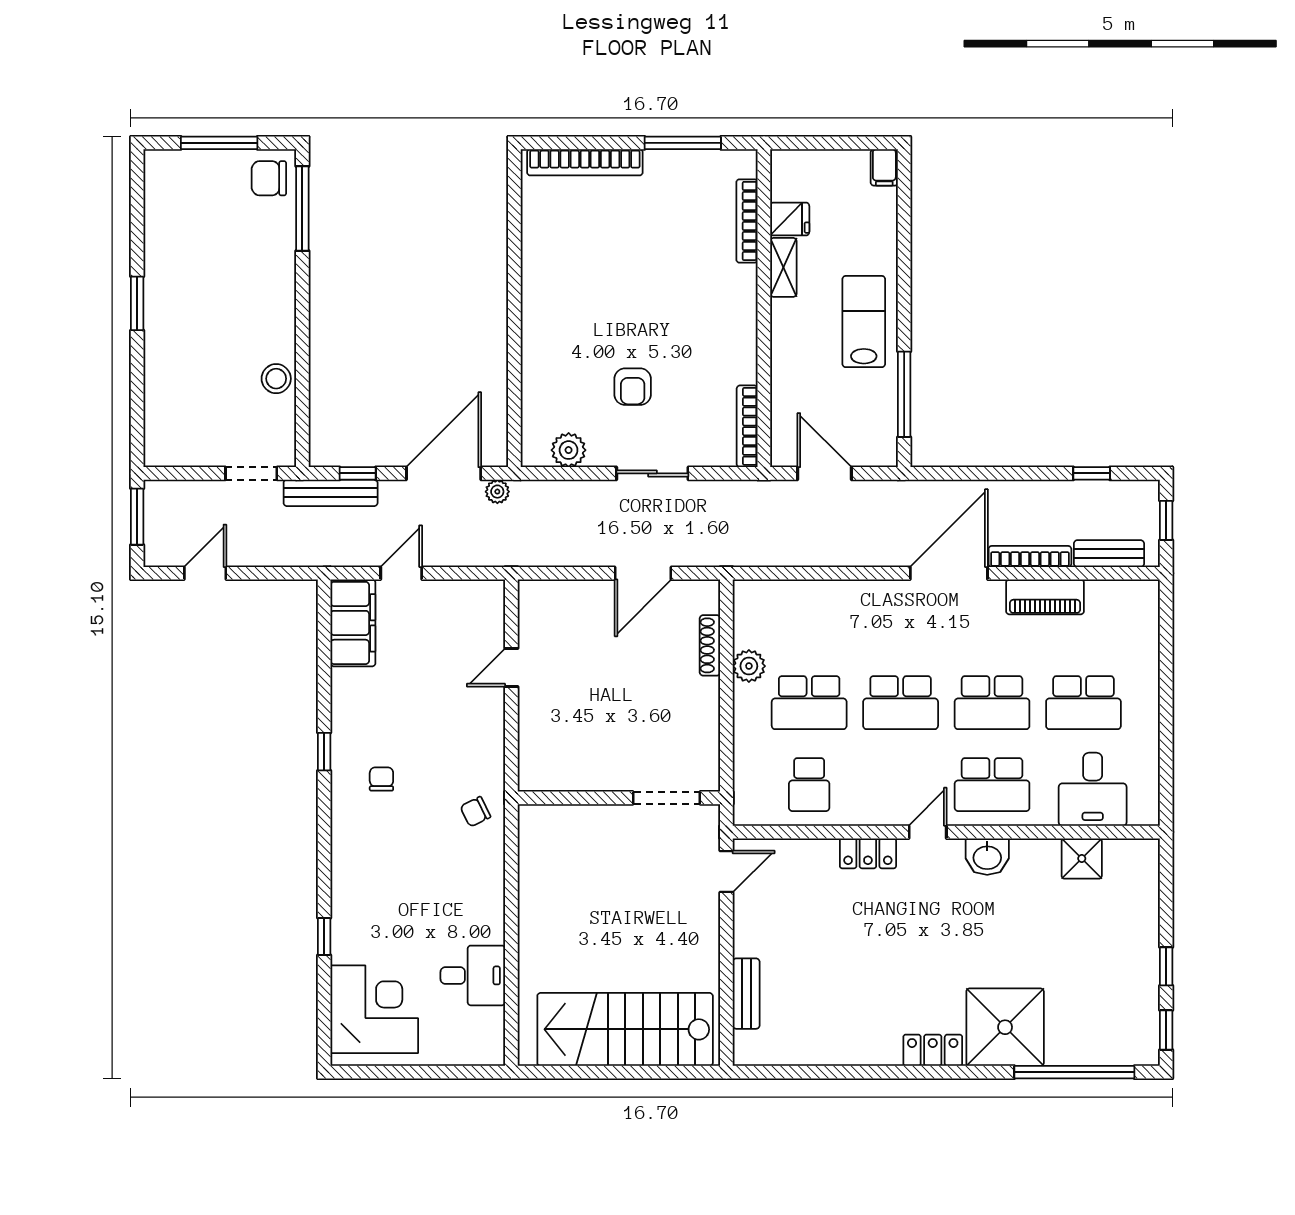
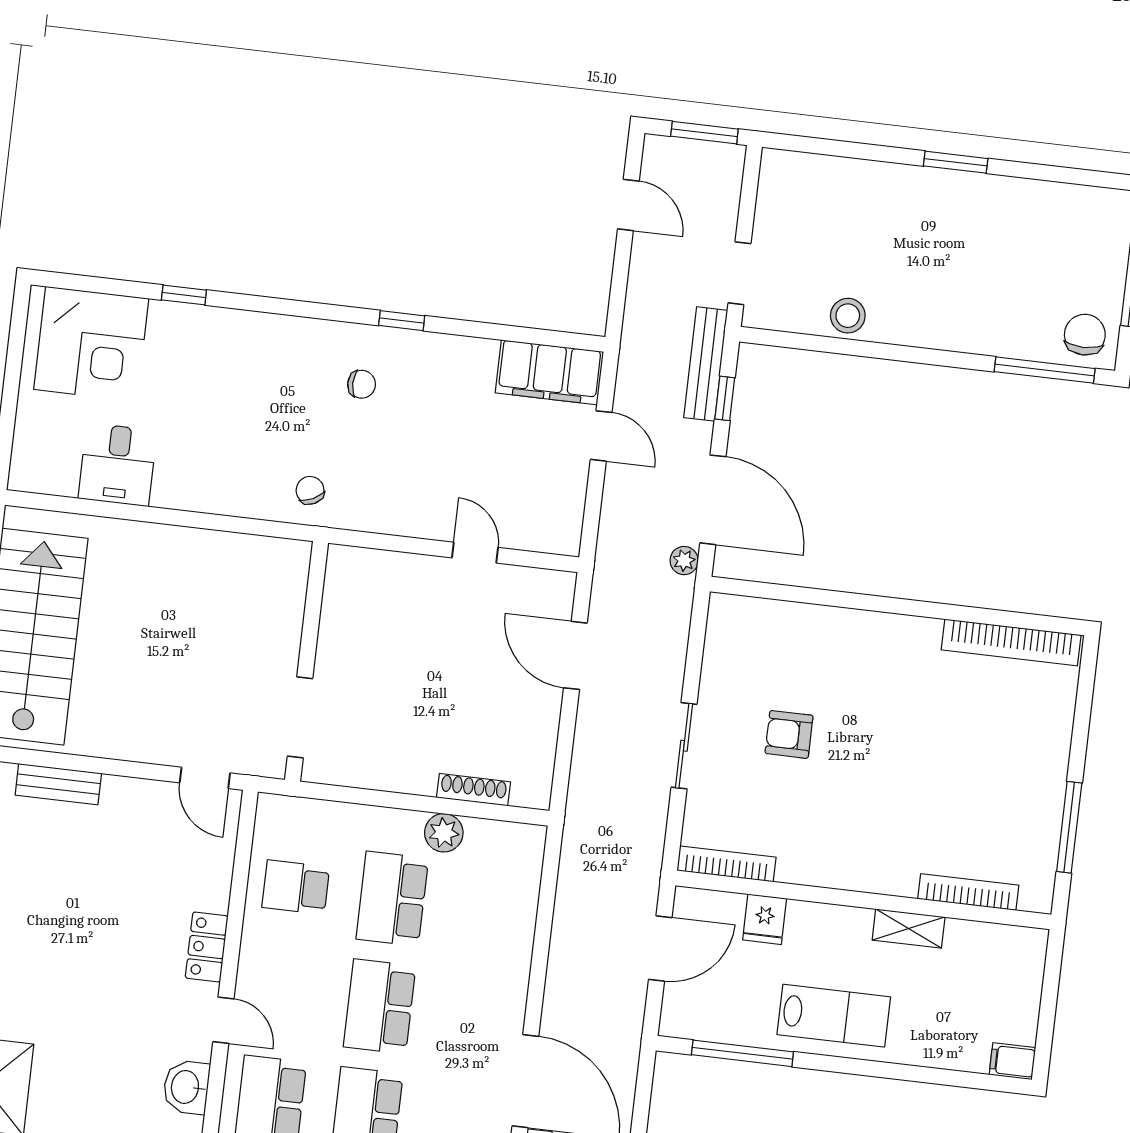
bookcase: (585, 162) -> (1011, 642), moved, turned -90
fridge: (790, 219) -> (765, 919), moved
plant: (569, 450) -> (723, 650), removed
door: (643, 573) -> (575, 655), moved

